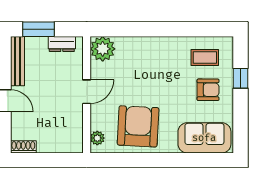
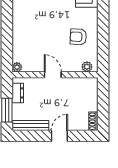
plant: (103, 49) -> (17, 67), width x0.53, depth x0.53
armchair: (138, 126) -> (78, 37), width x0.53, depth x0.53

